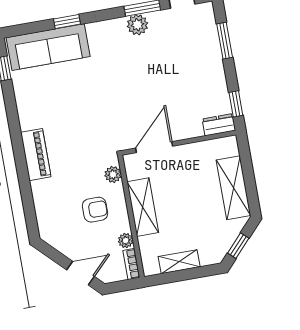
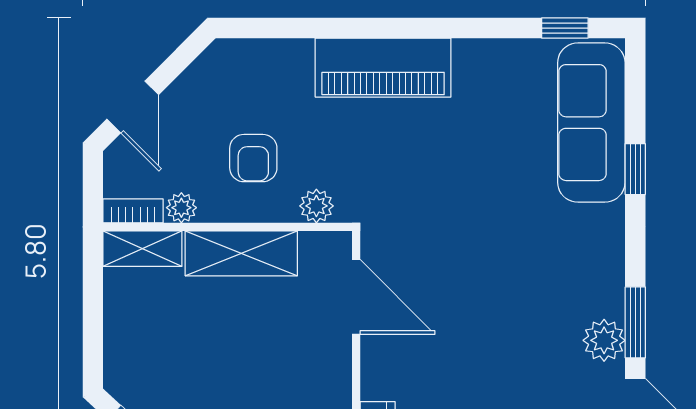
plant: (137, 25) -> (604, 340), moved
piano: (36, 155) -> (383, 68), width x1.37, depth x1.33
shelving: (179, 262) -> (142, 249), moved, turned 90

